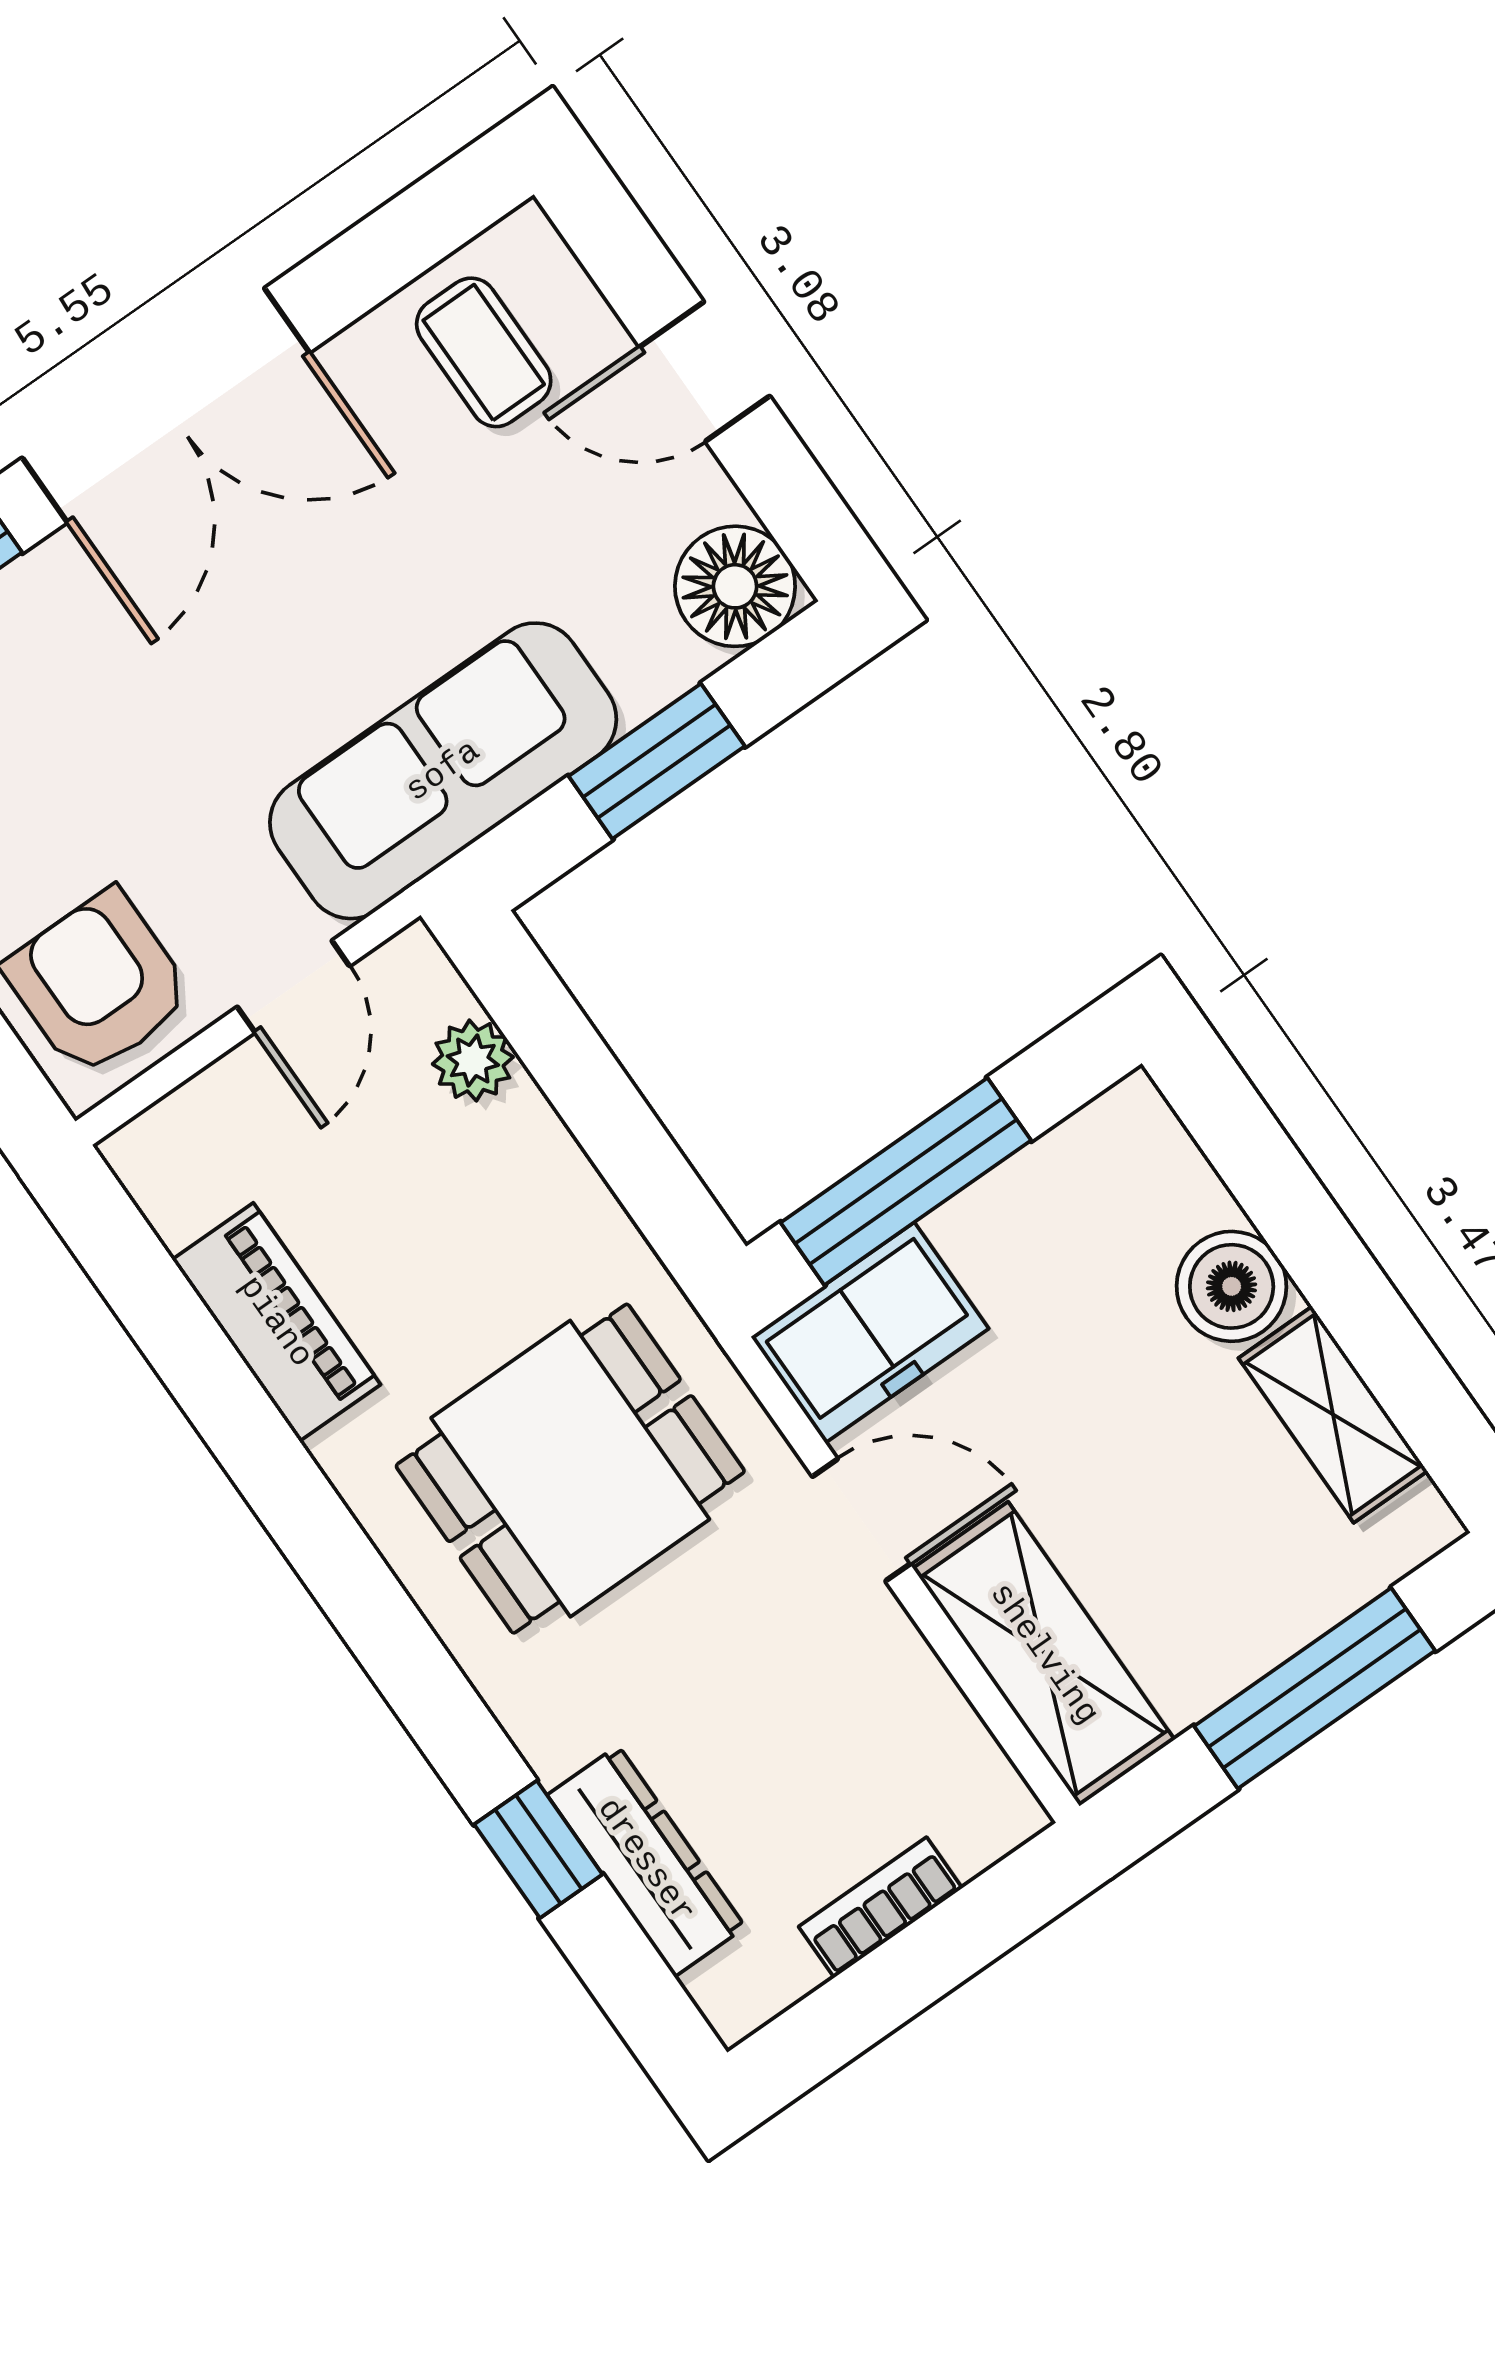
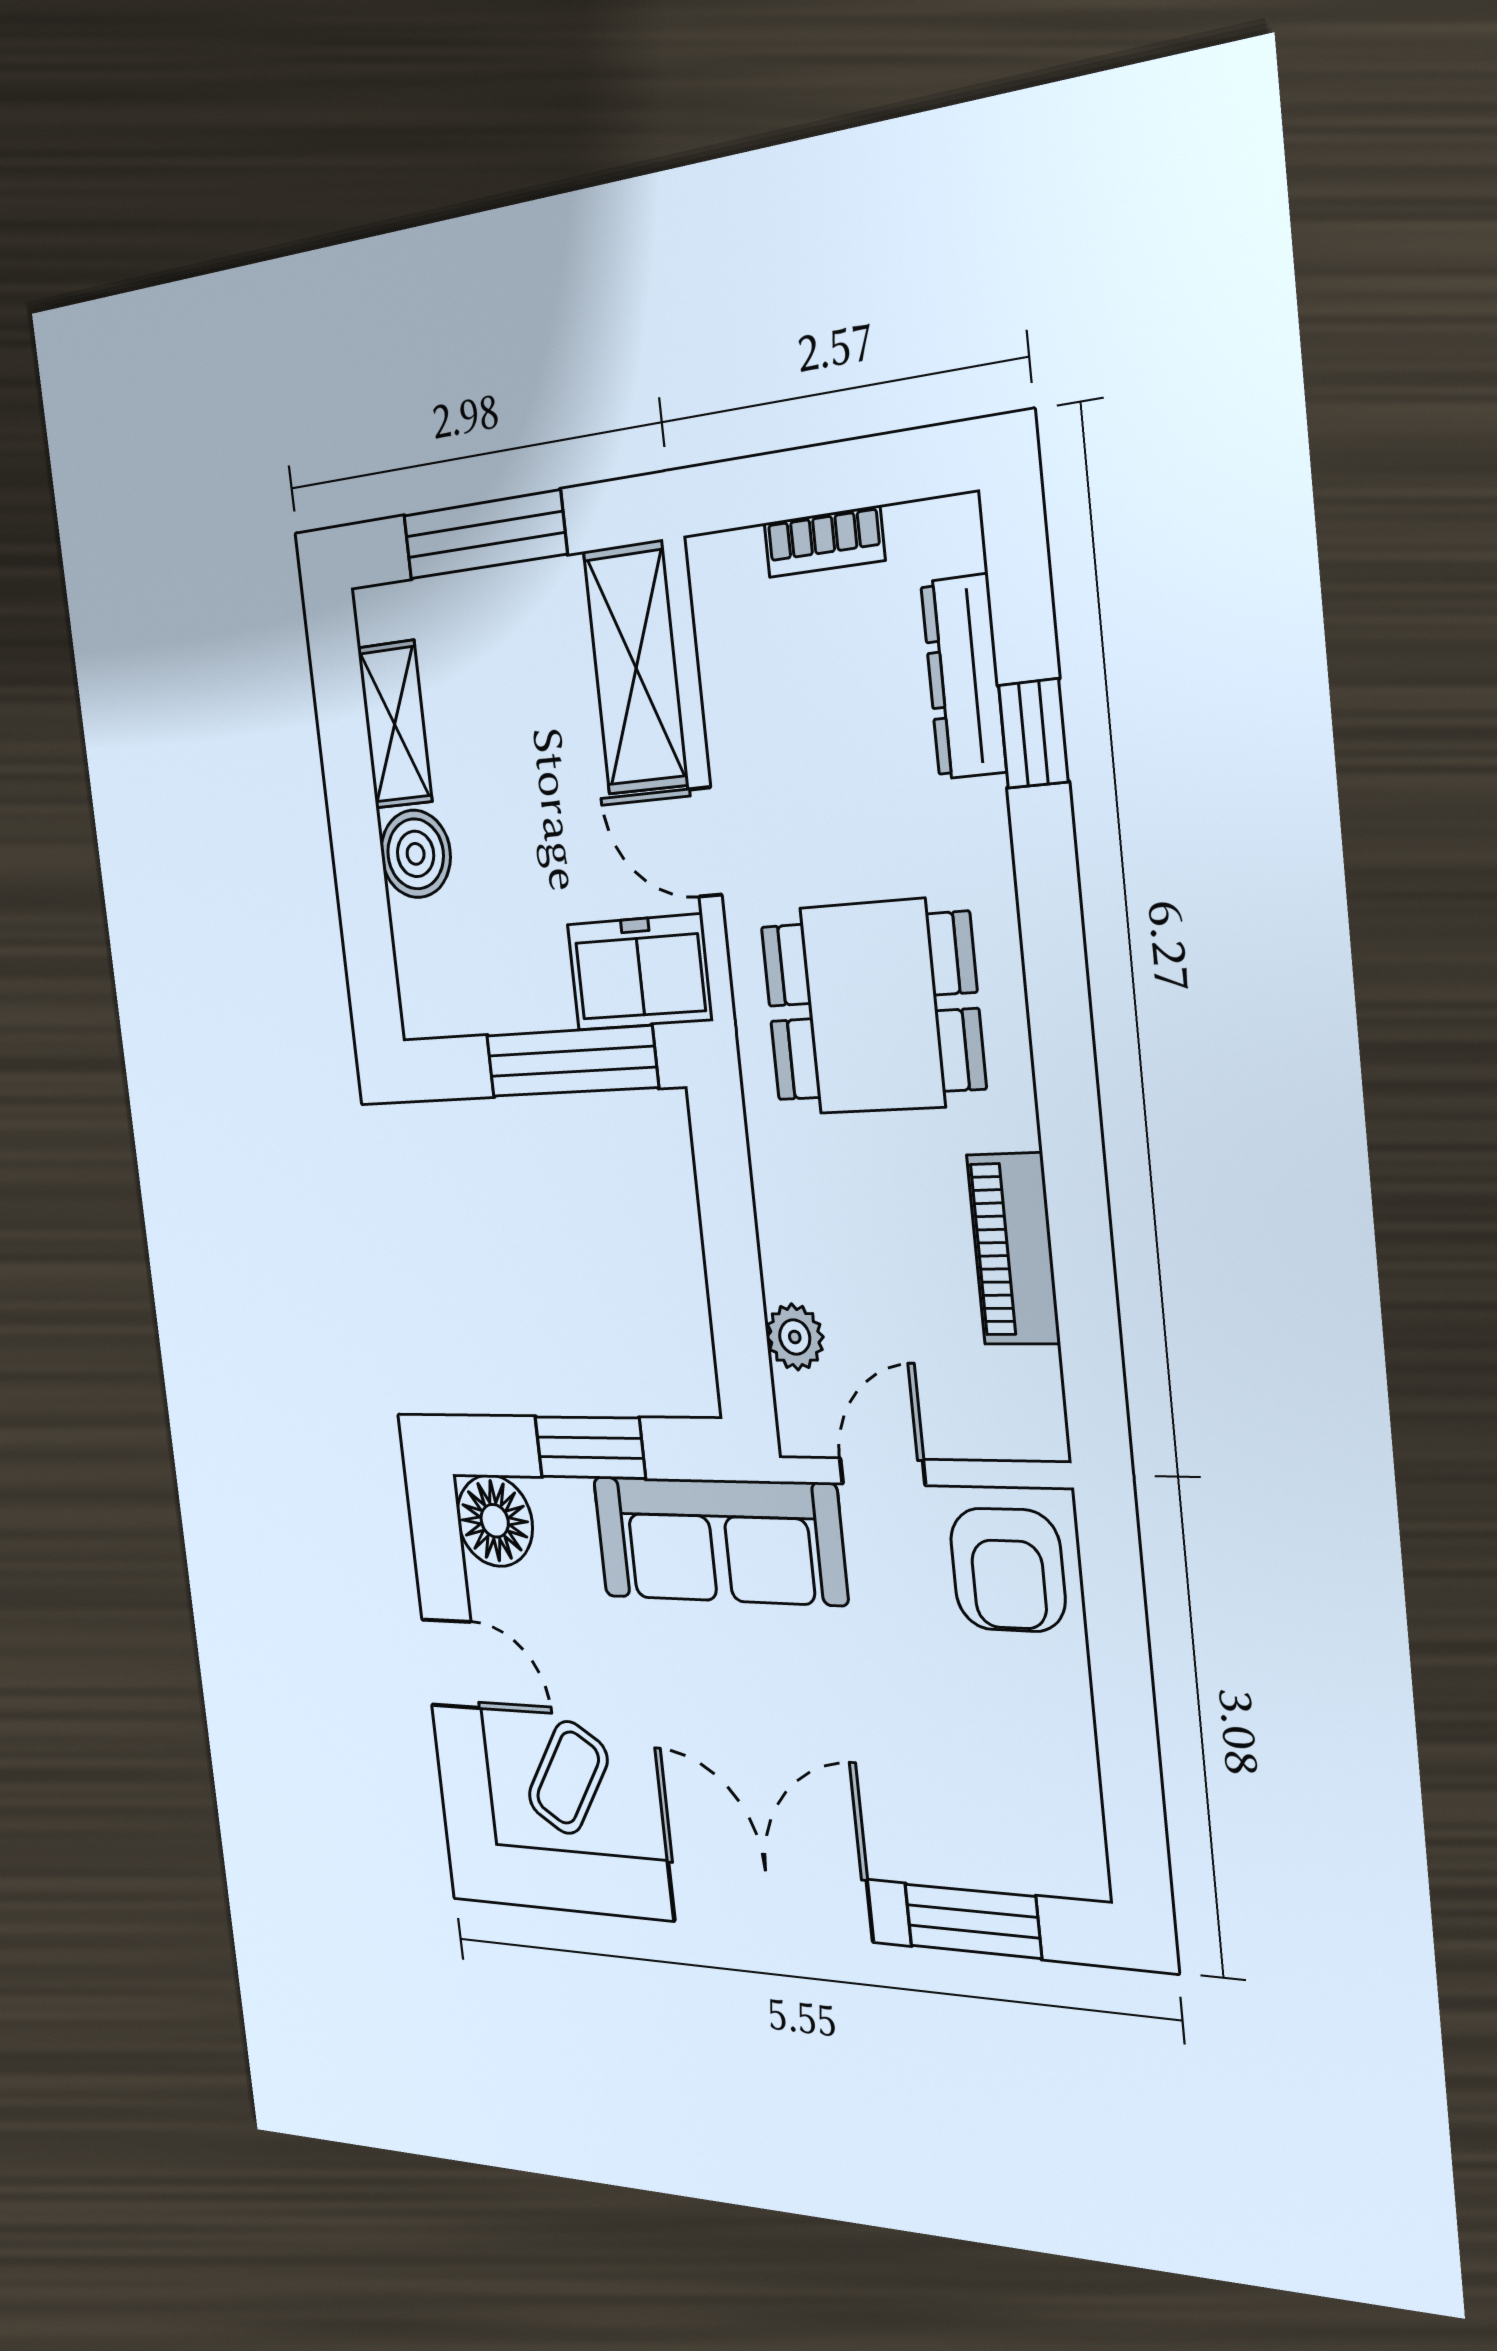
coffee table: (484, 352) -> (568, 1778), turned 32

